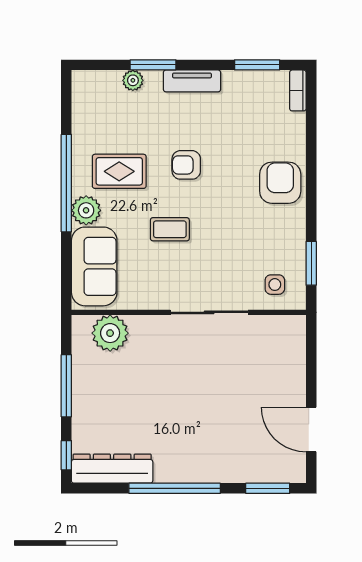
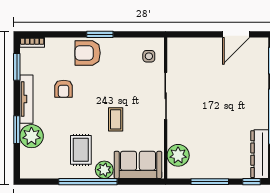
plant: (133, 80) -> (31, 136), width x1.87, depth x1.87
tv unit: (192, 81) -> (26, 99), width x1.41
armchair: (186, 165) -> (64, 89), moved
window: (311, 263) -> (100, 34), moved

